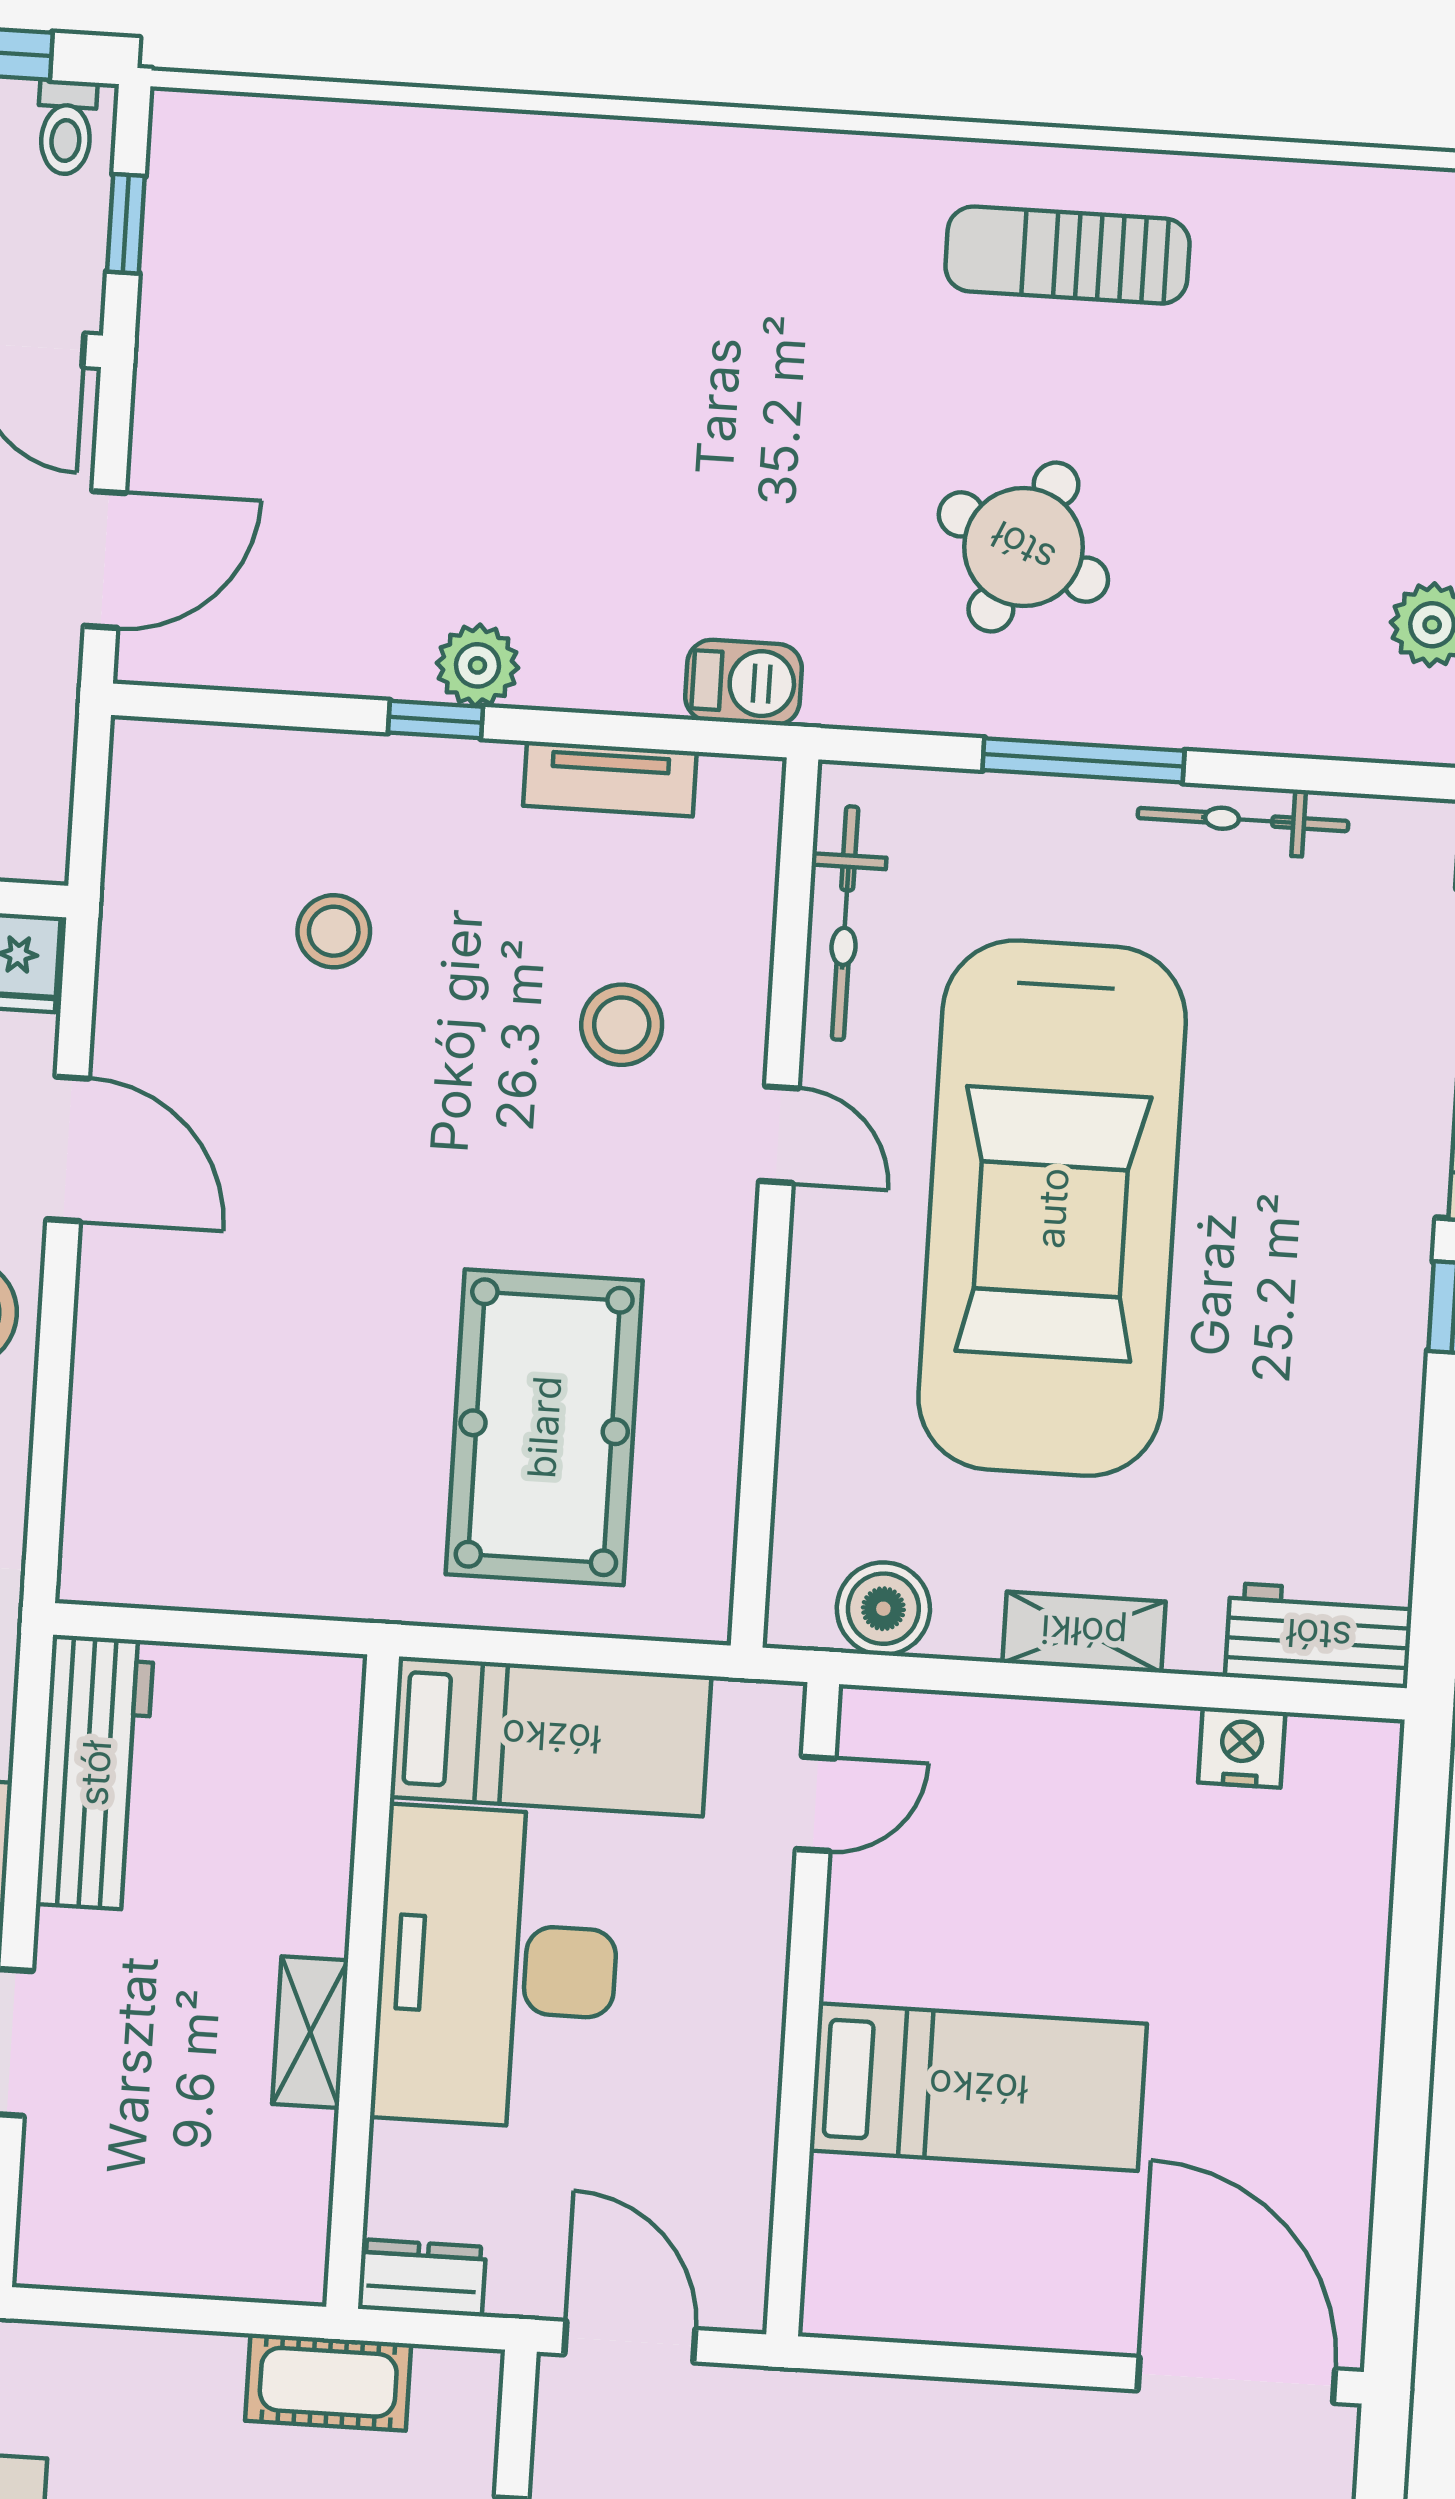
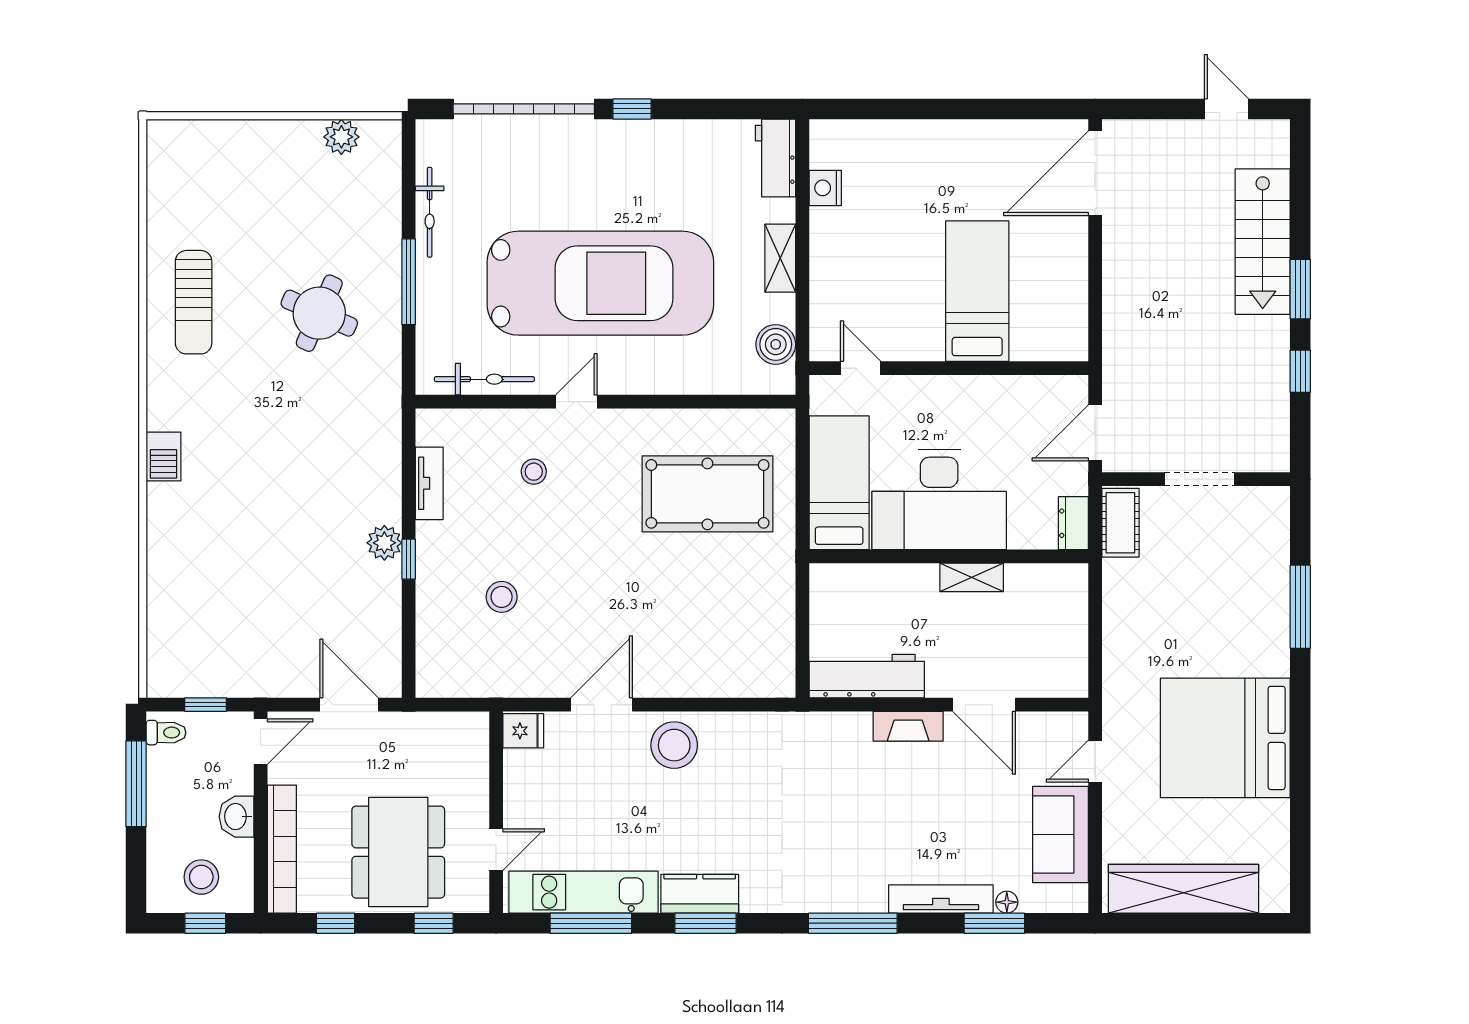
barbecue: (743, 682) -> (164, 456), moved, turned 180
stool: (622, 1025) -> (534, 472), width x0.73, depth x0.73
cot: (328, 2382) -> (1120, 523), moved

